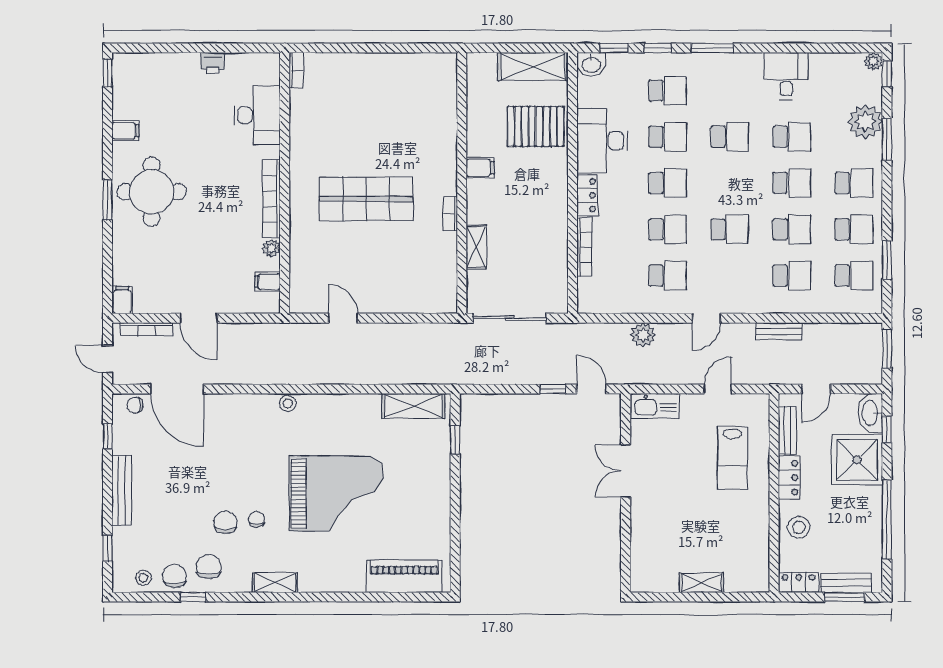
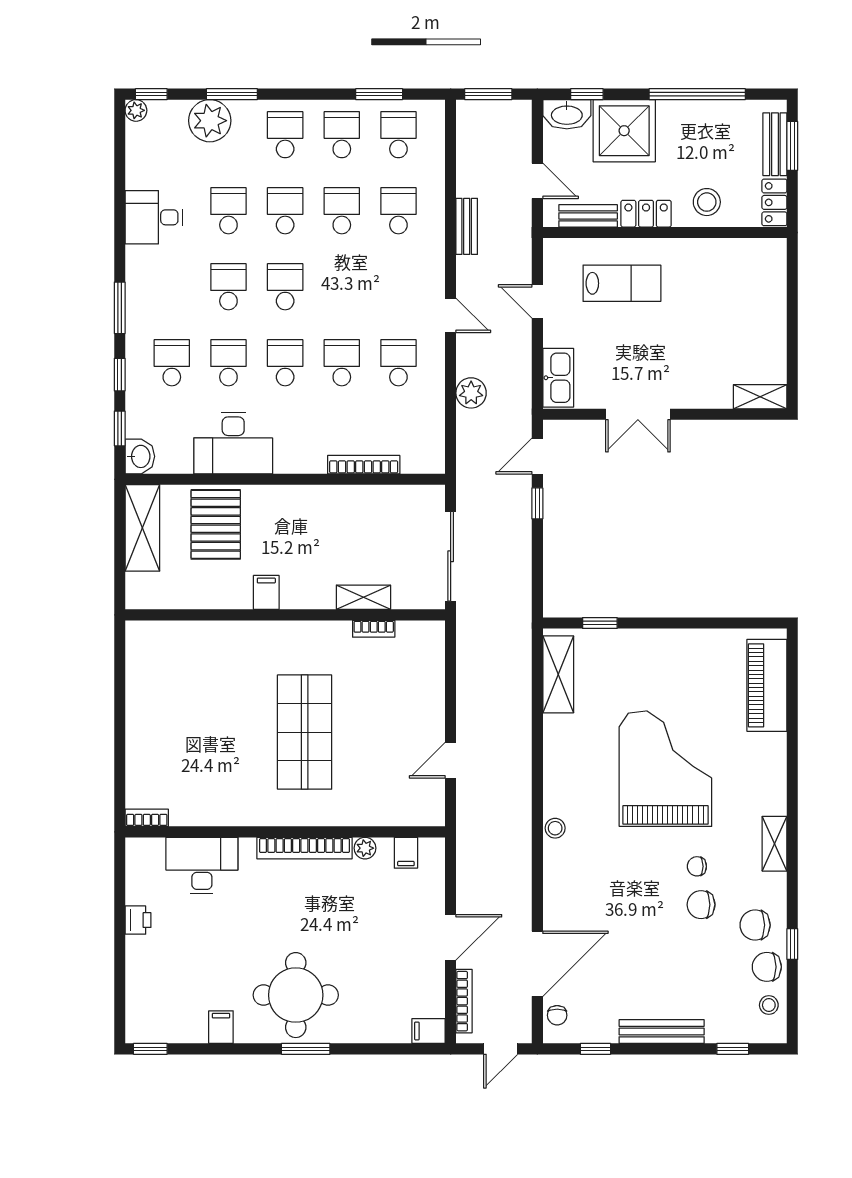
locker: (587, 195) -> (300, 461), removed
bookcase: (450, 214) -> (374, 629), moved
school desk: (730, 229) -> (285, 287), moved
shelving: (701, 583) -> (760, 397), moved, turned 90

